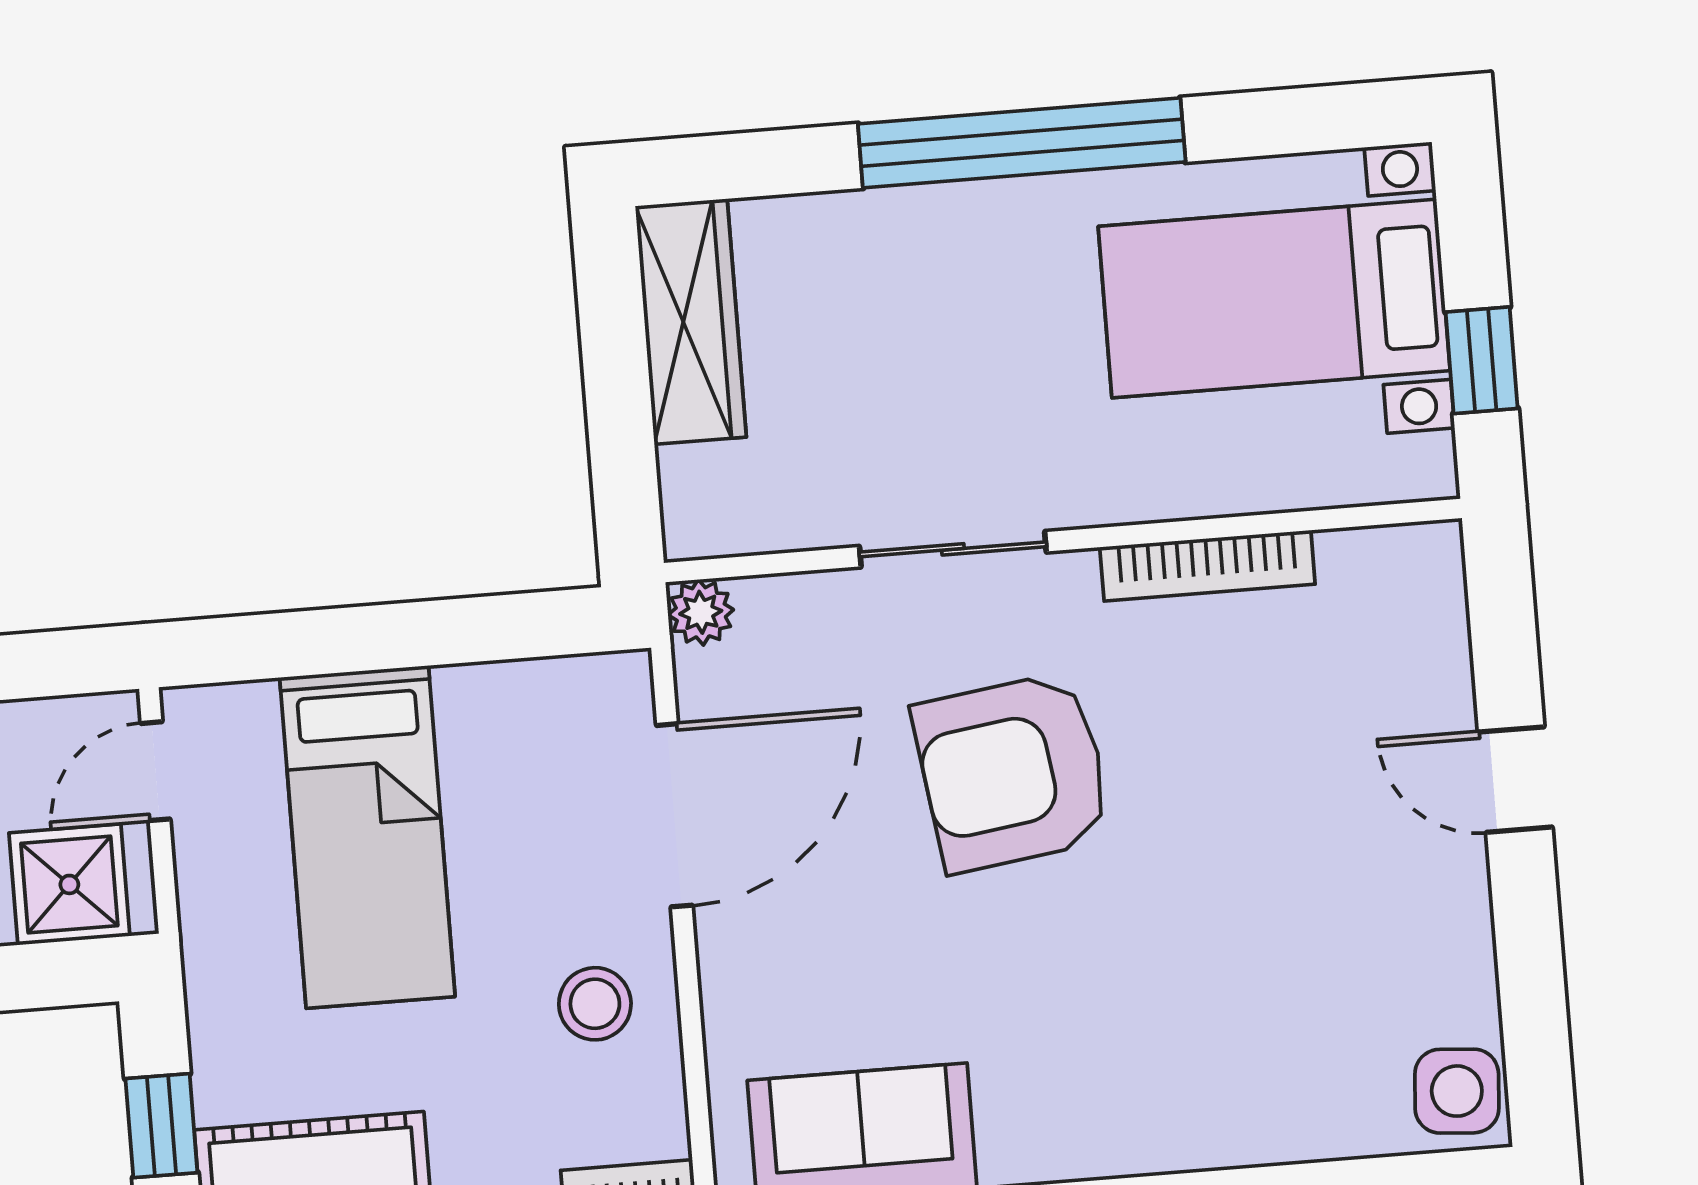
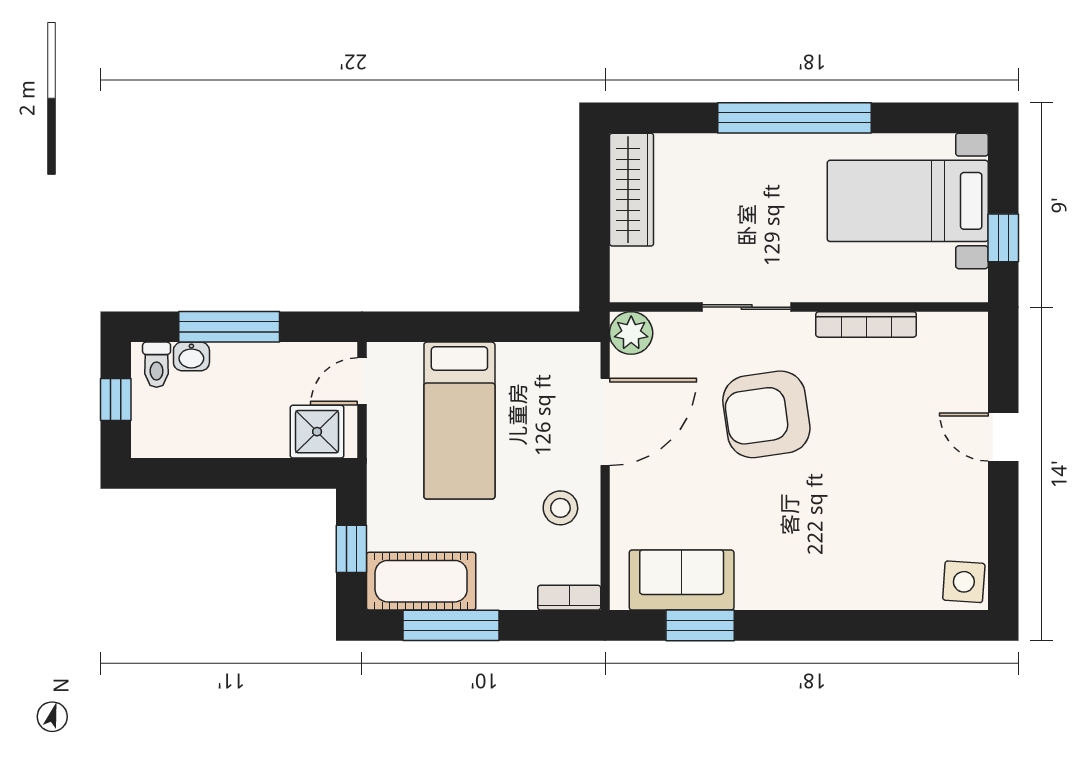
plant: (701, 612) -> (631, 333), width x1.38, depth x1.38

